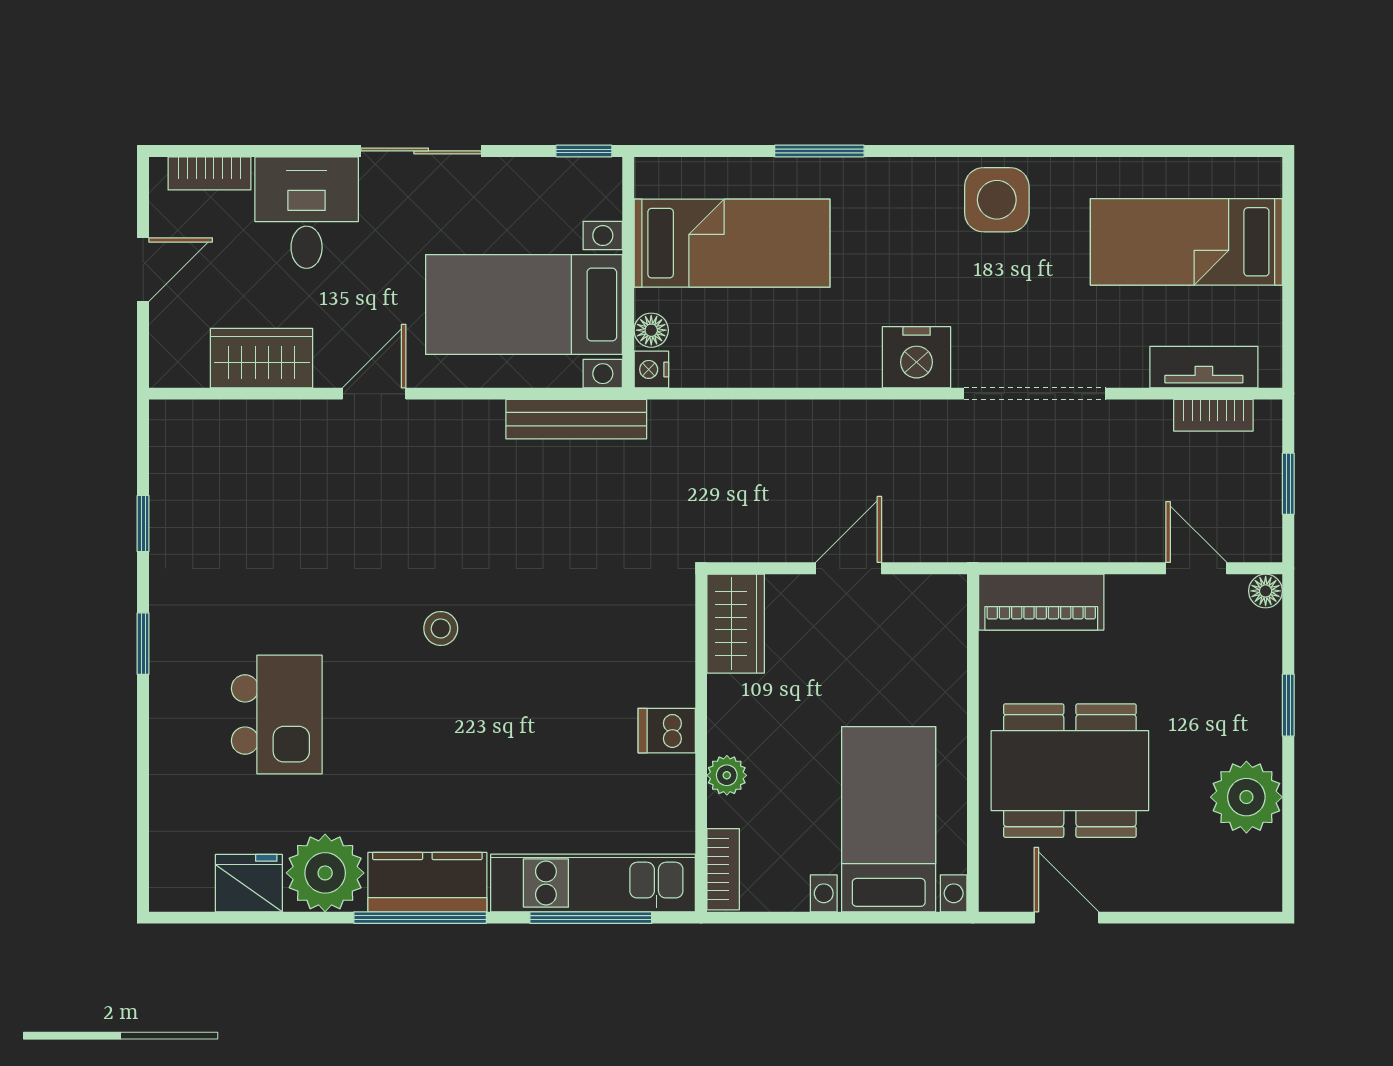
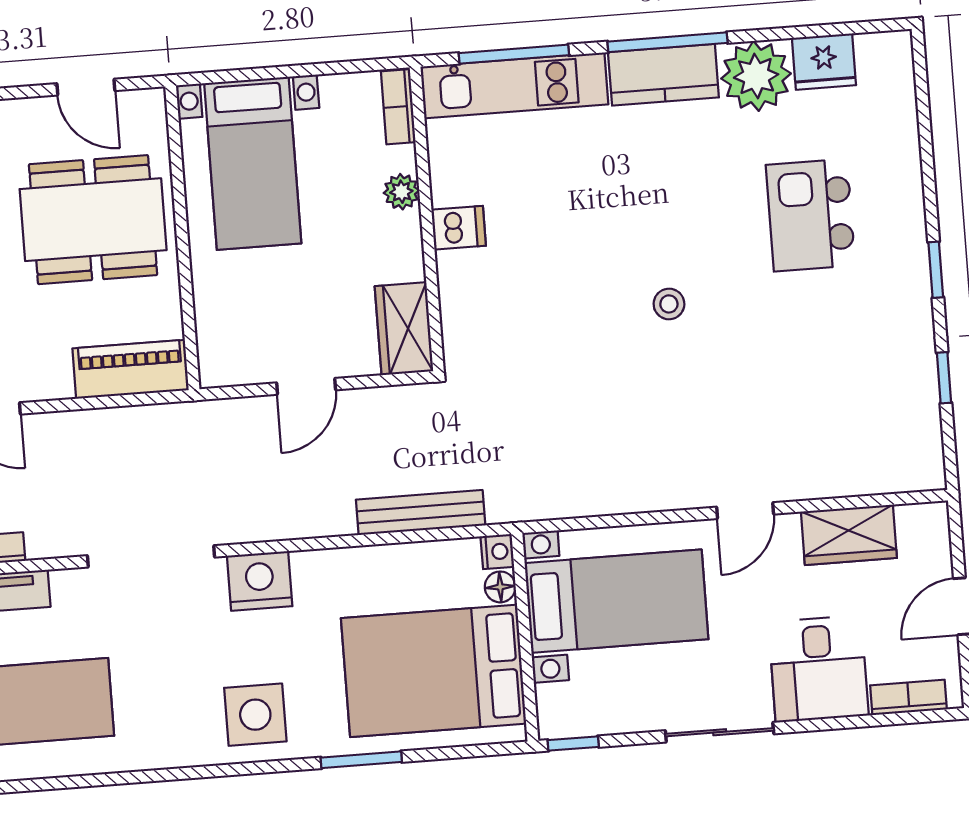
side table: (997, 200) -> (255, 715), moved
bed: (732, 243) -> (434, 671), width x1.50
bench: (576, 419) -> (421, 513), moved

